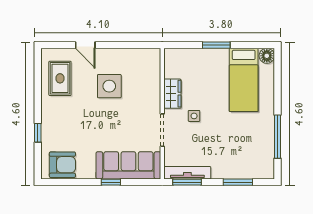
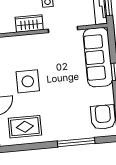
window: (38, 133) -> (76, 142), width x2.17

